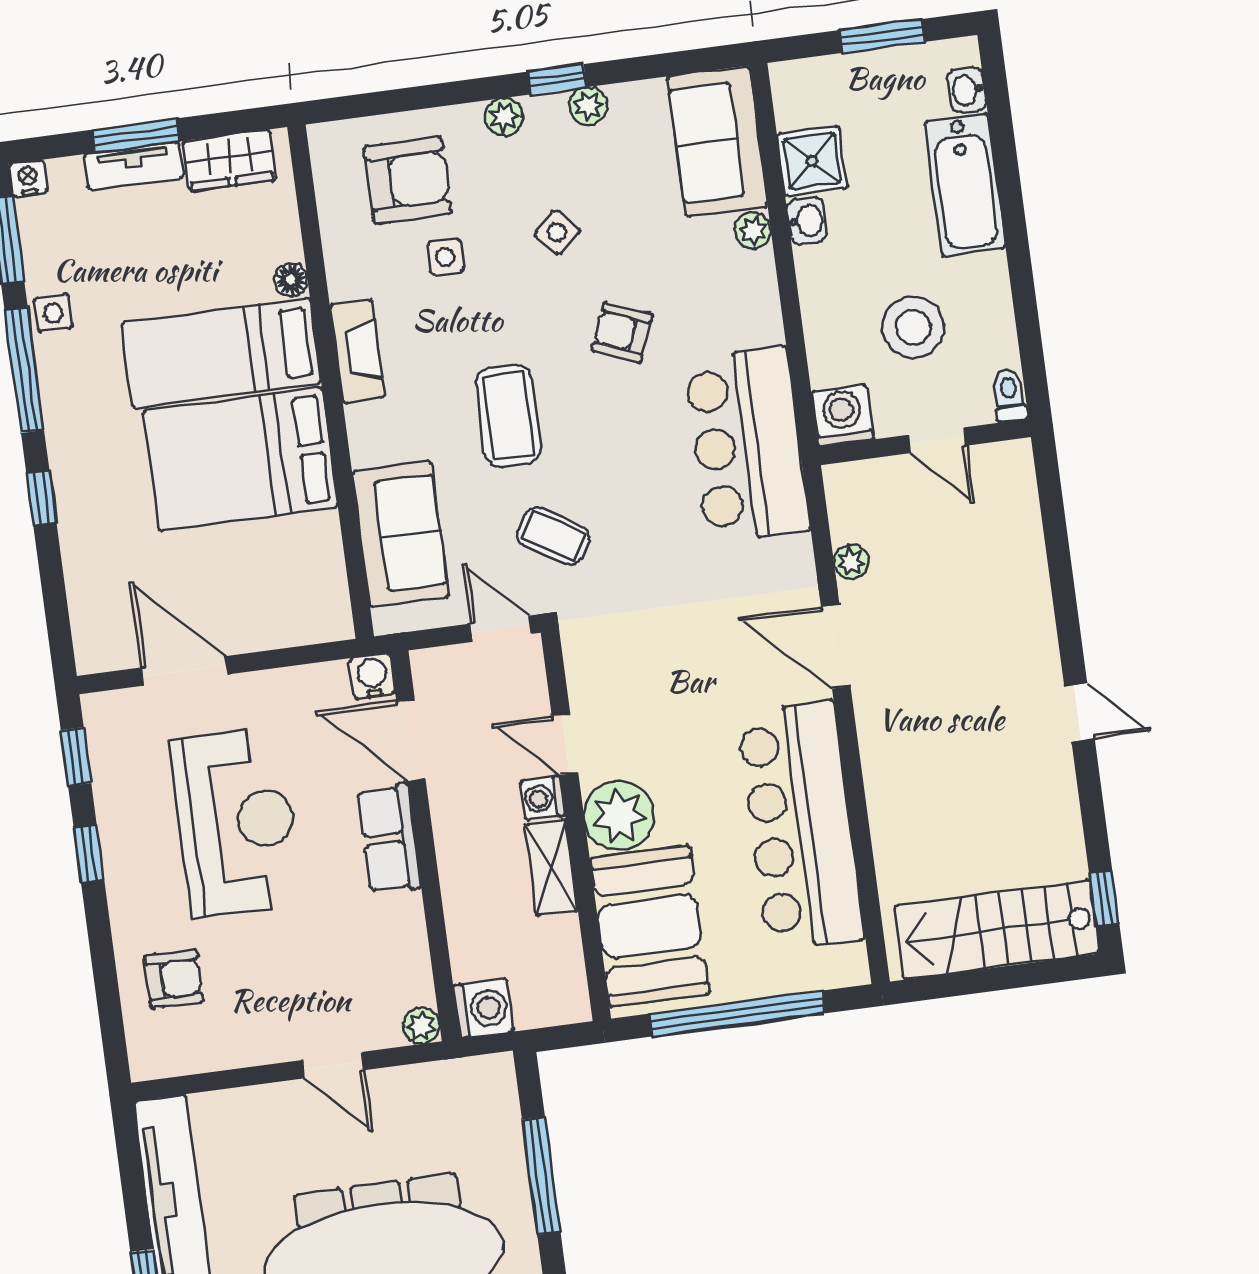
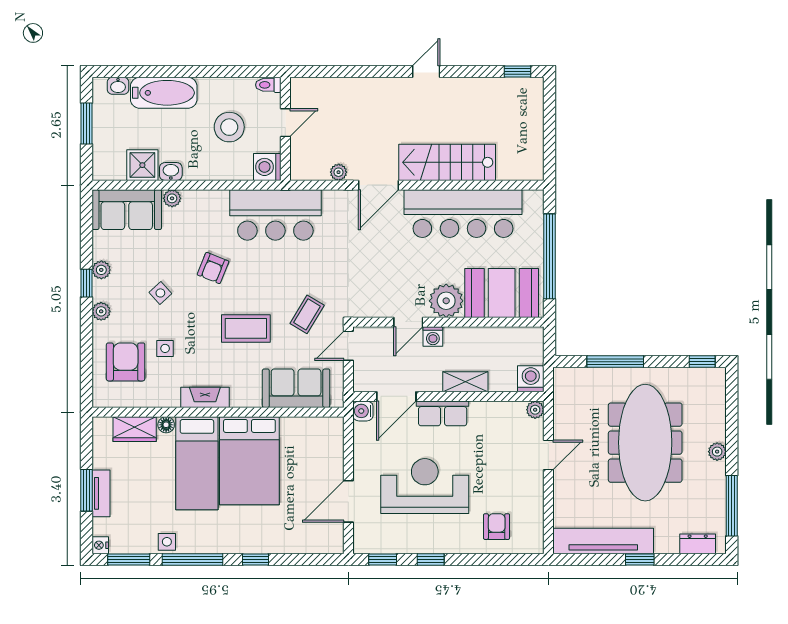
wardrobe: (230, 160) -> (135, 429), moved, turned 90
shelving: (551, 868) -> (465, 382), moved
stairs: (997, 930) -> (447, 162), moved, turned 90

